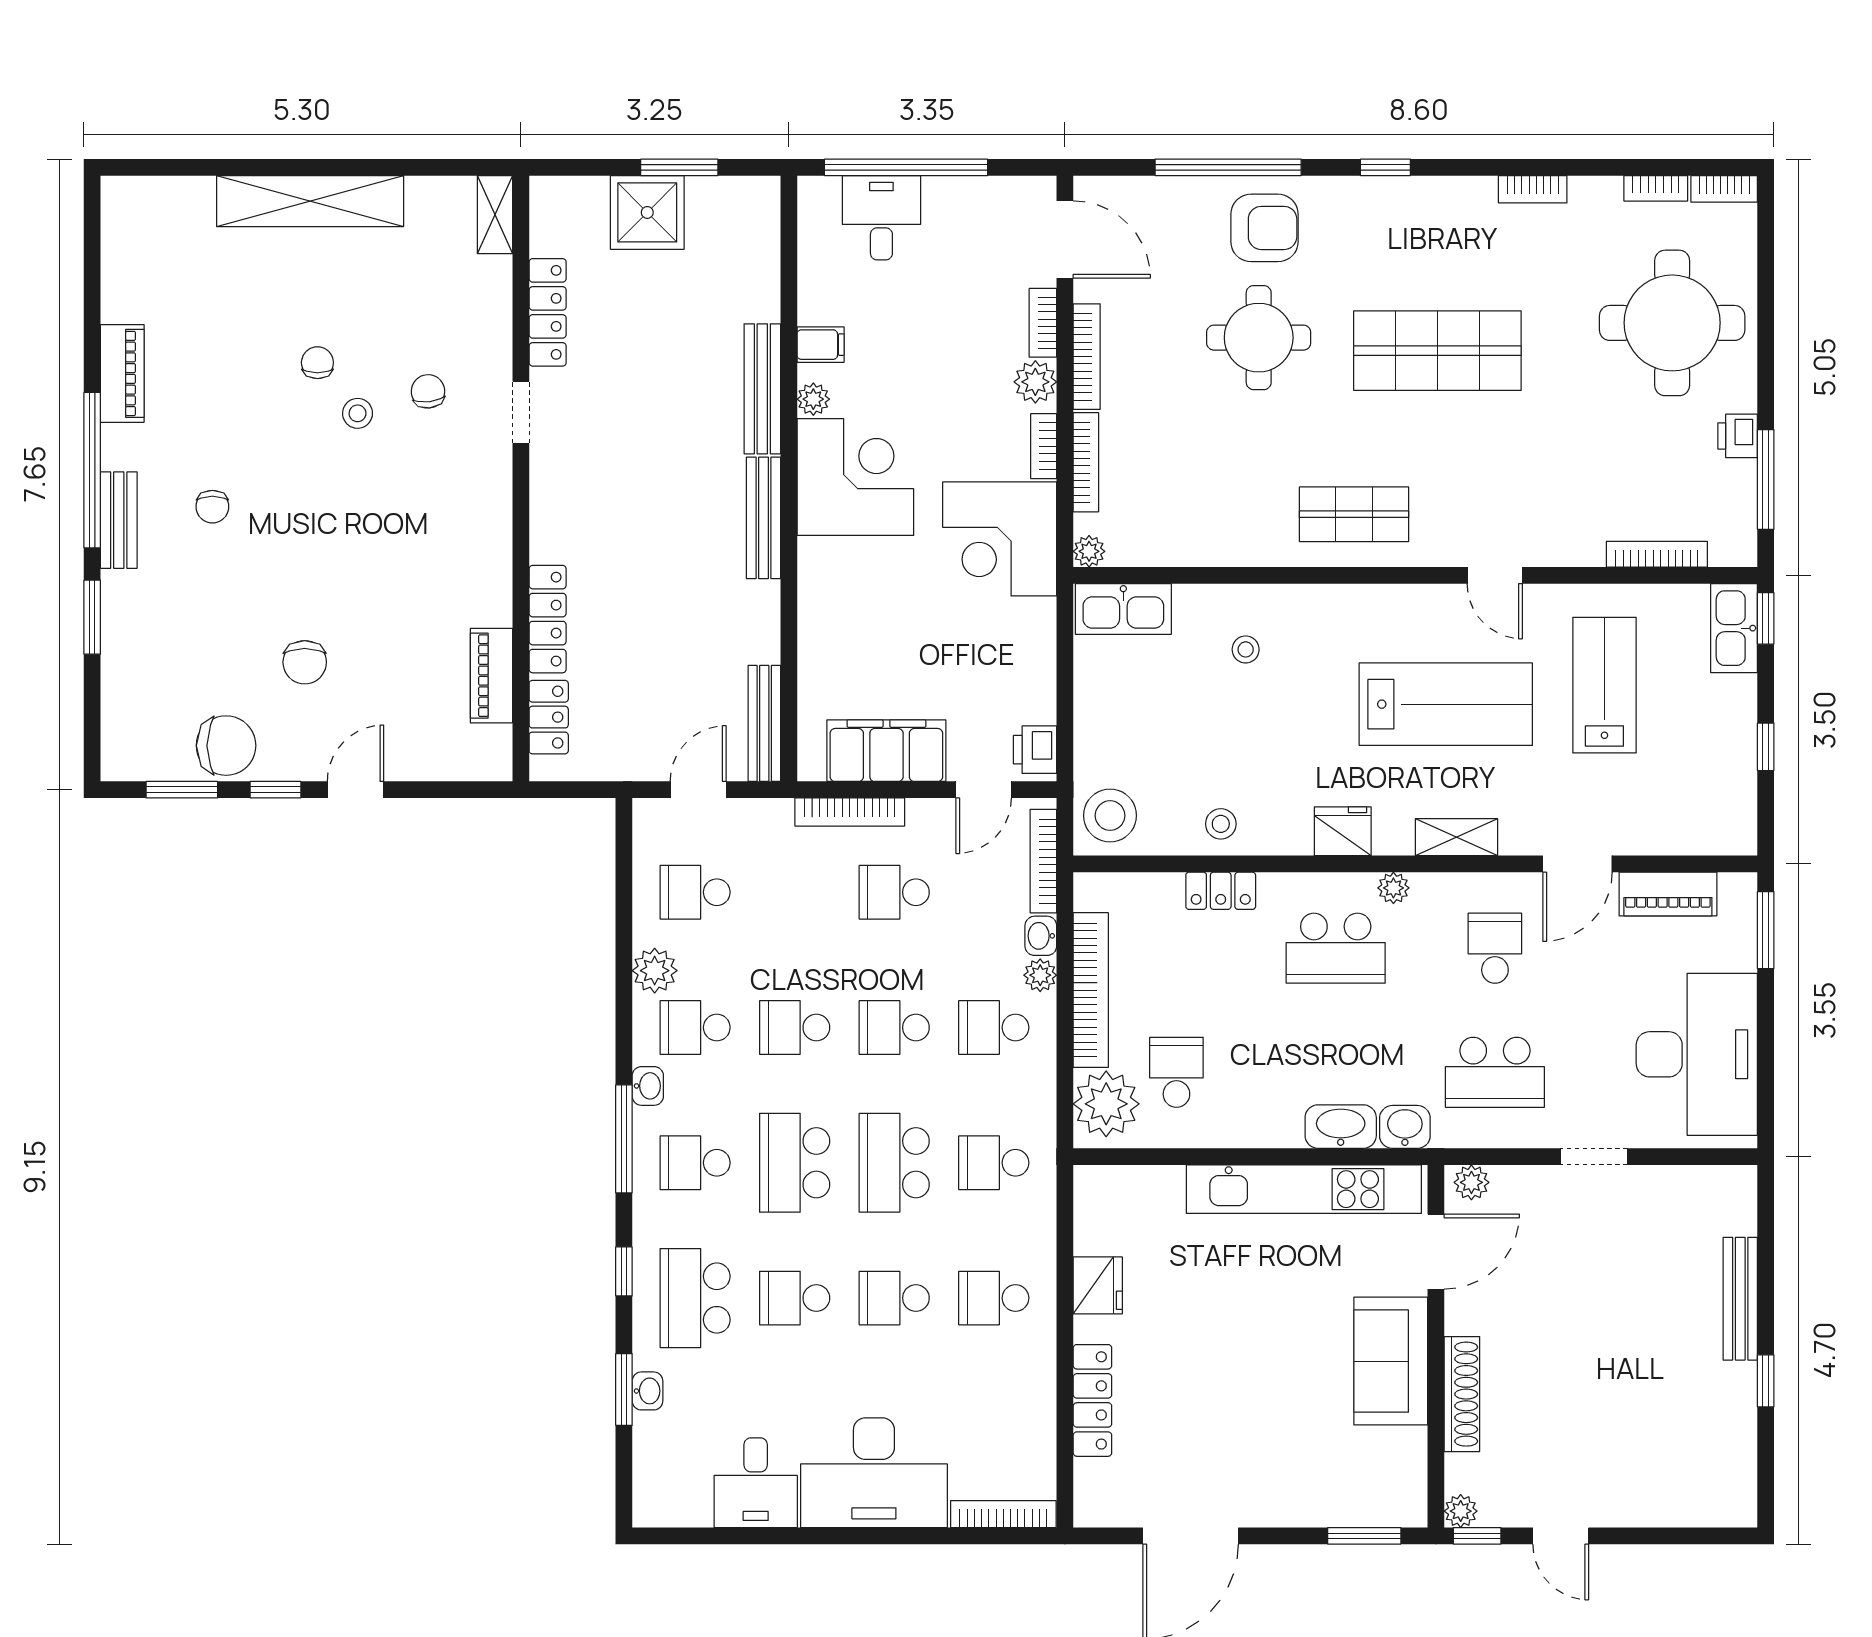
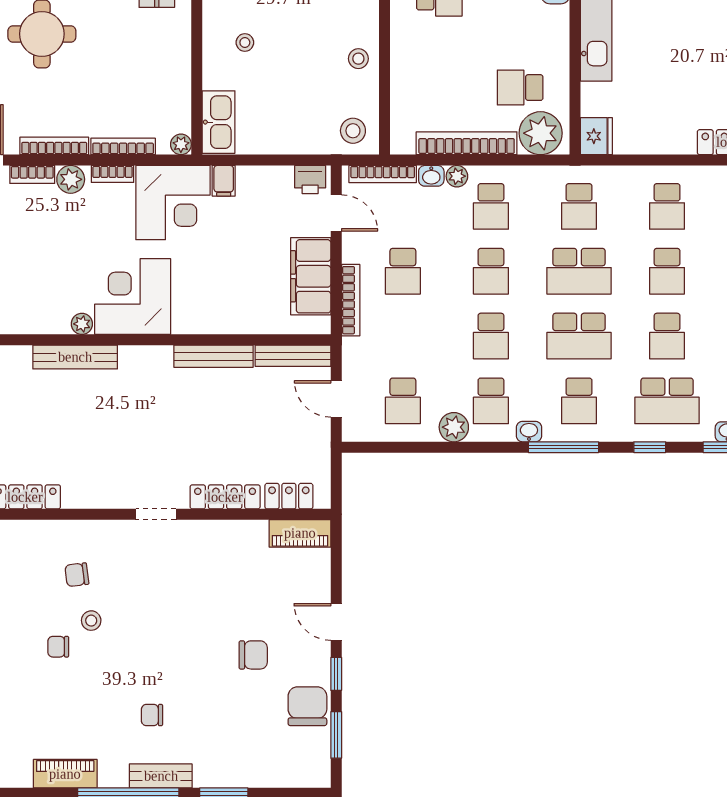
filing cabinet: (821, 345) -> (224, 181), moved, turned 180
doorway: (521, 412) -> (156, 514), moved
chair: (212, 507) -> (152, 715), turned 180
bench: (763, 518) -> (213, 356), moved
piano: (491, 676) -> (300, 533), moved
stool: (1110, 816) -> (353, 131), width x0.73, depth x0.73
locker: (1221, 891) -> (402, 59), removed
fridge: (1098, 1285) -> (596, 136), moved, turned 90

